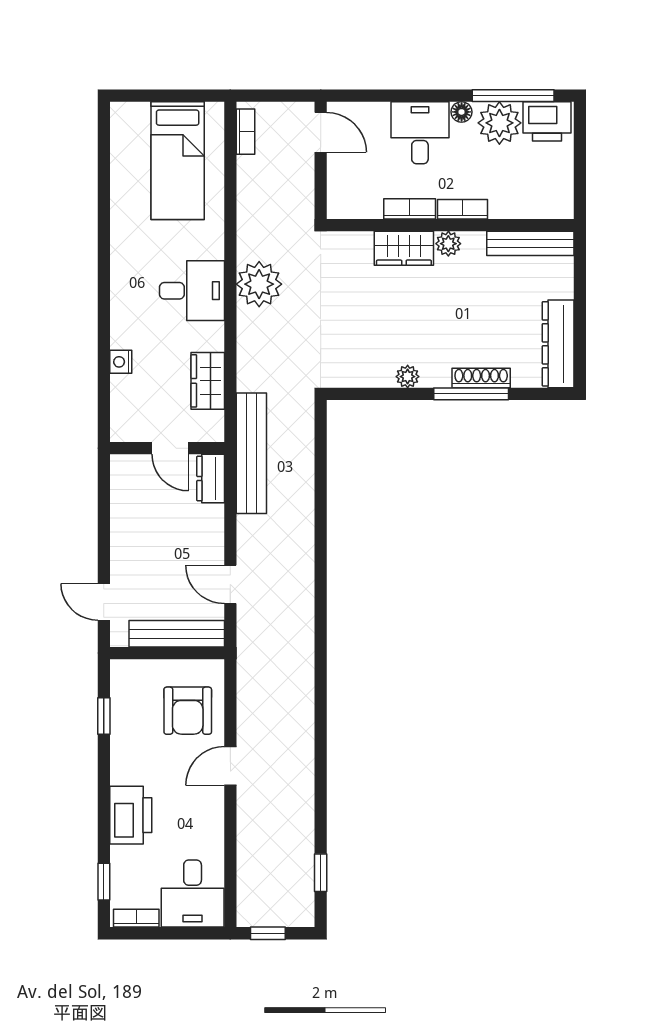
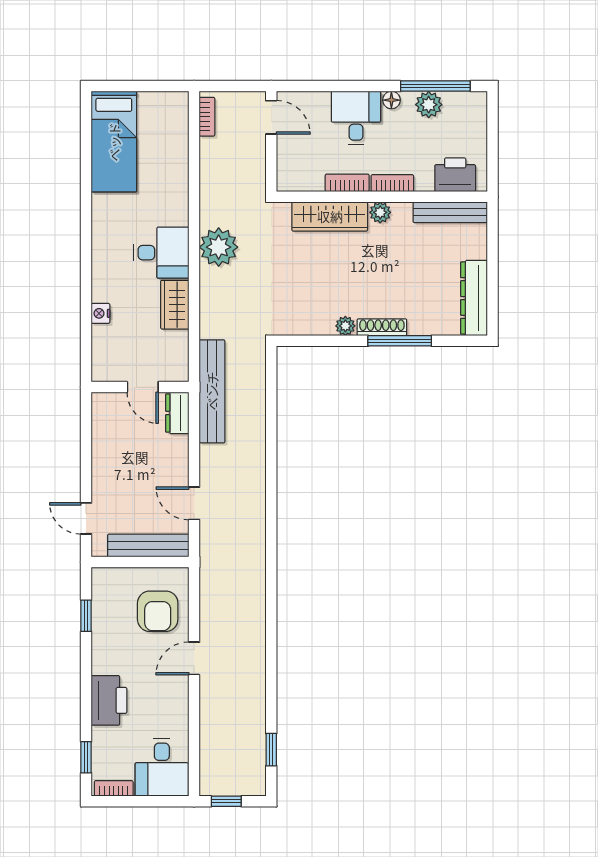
printer: (547, 121) -> (455, 175), moved, turned 180
plant: (499, 123) -> (429, 105), width x0.73, depth x0.73
bed: (178, 161) -> (114, 142), moved
wardrobe: (404, 248) -> (330, 216), width x1.50
shoe rack: (481, 378) -> (382, 327), moved
wardrobe: (208, 381) -> (175, 305), moved

